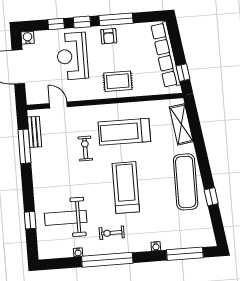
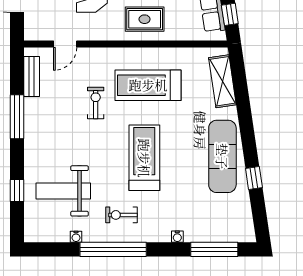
door: (58, 105) -> (65, 44), swing flipped
window: (24, 146) -> (17, 117), moved

